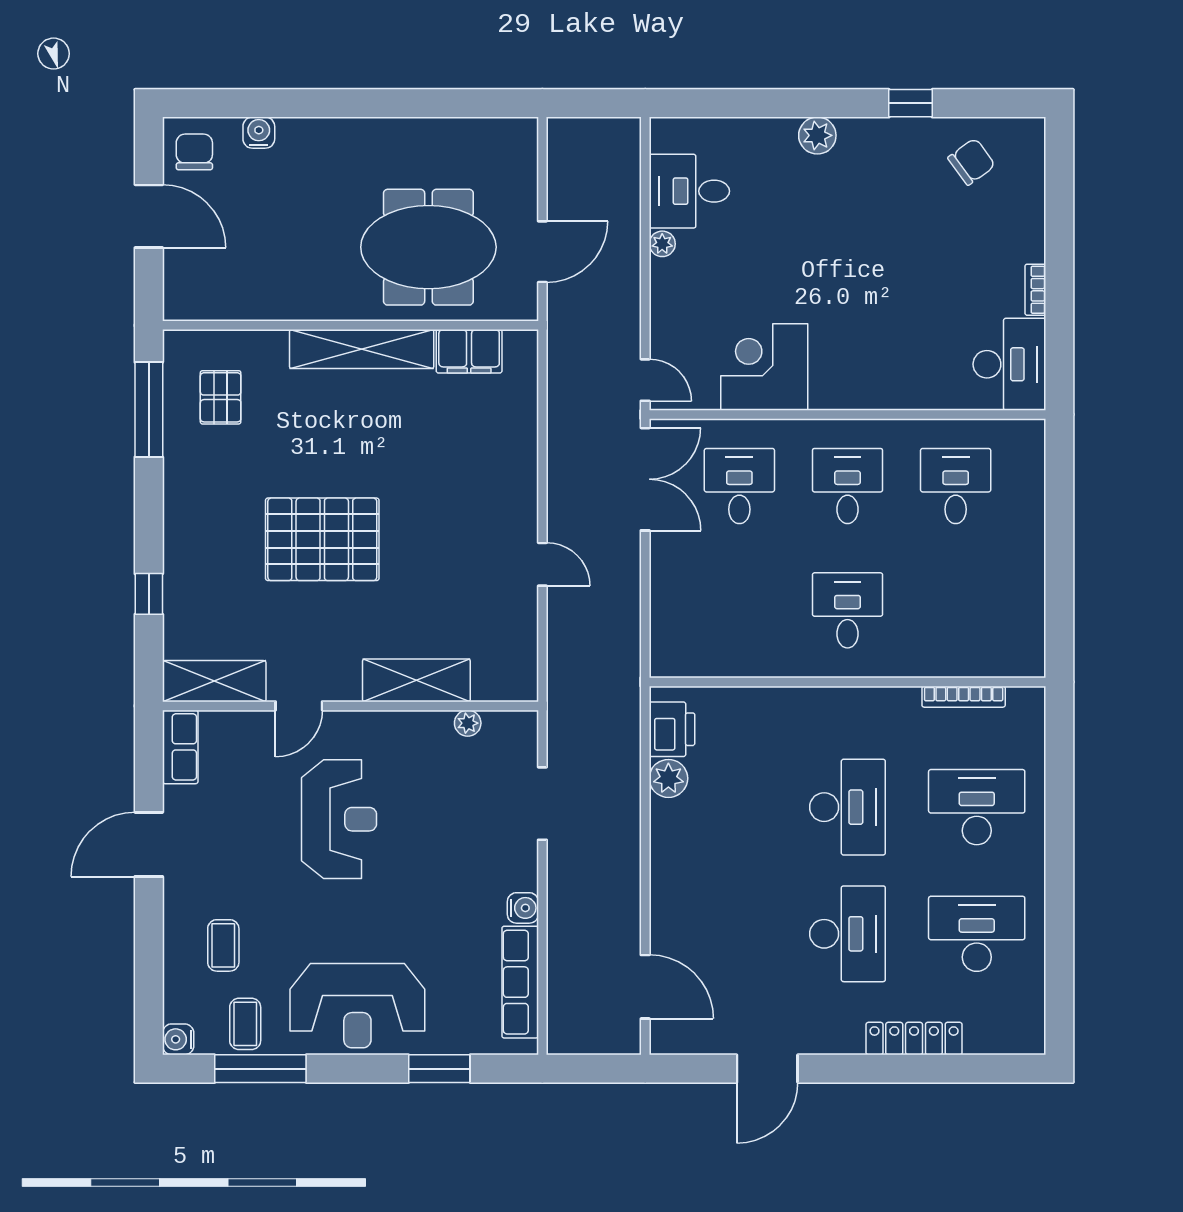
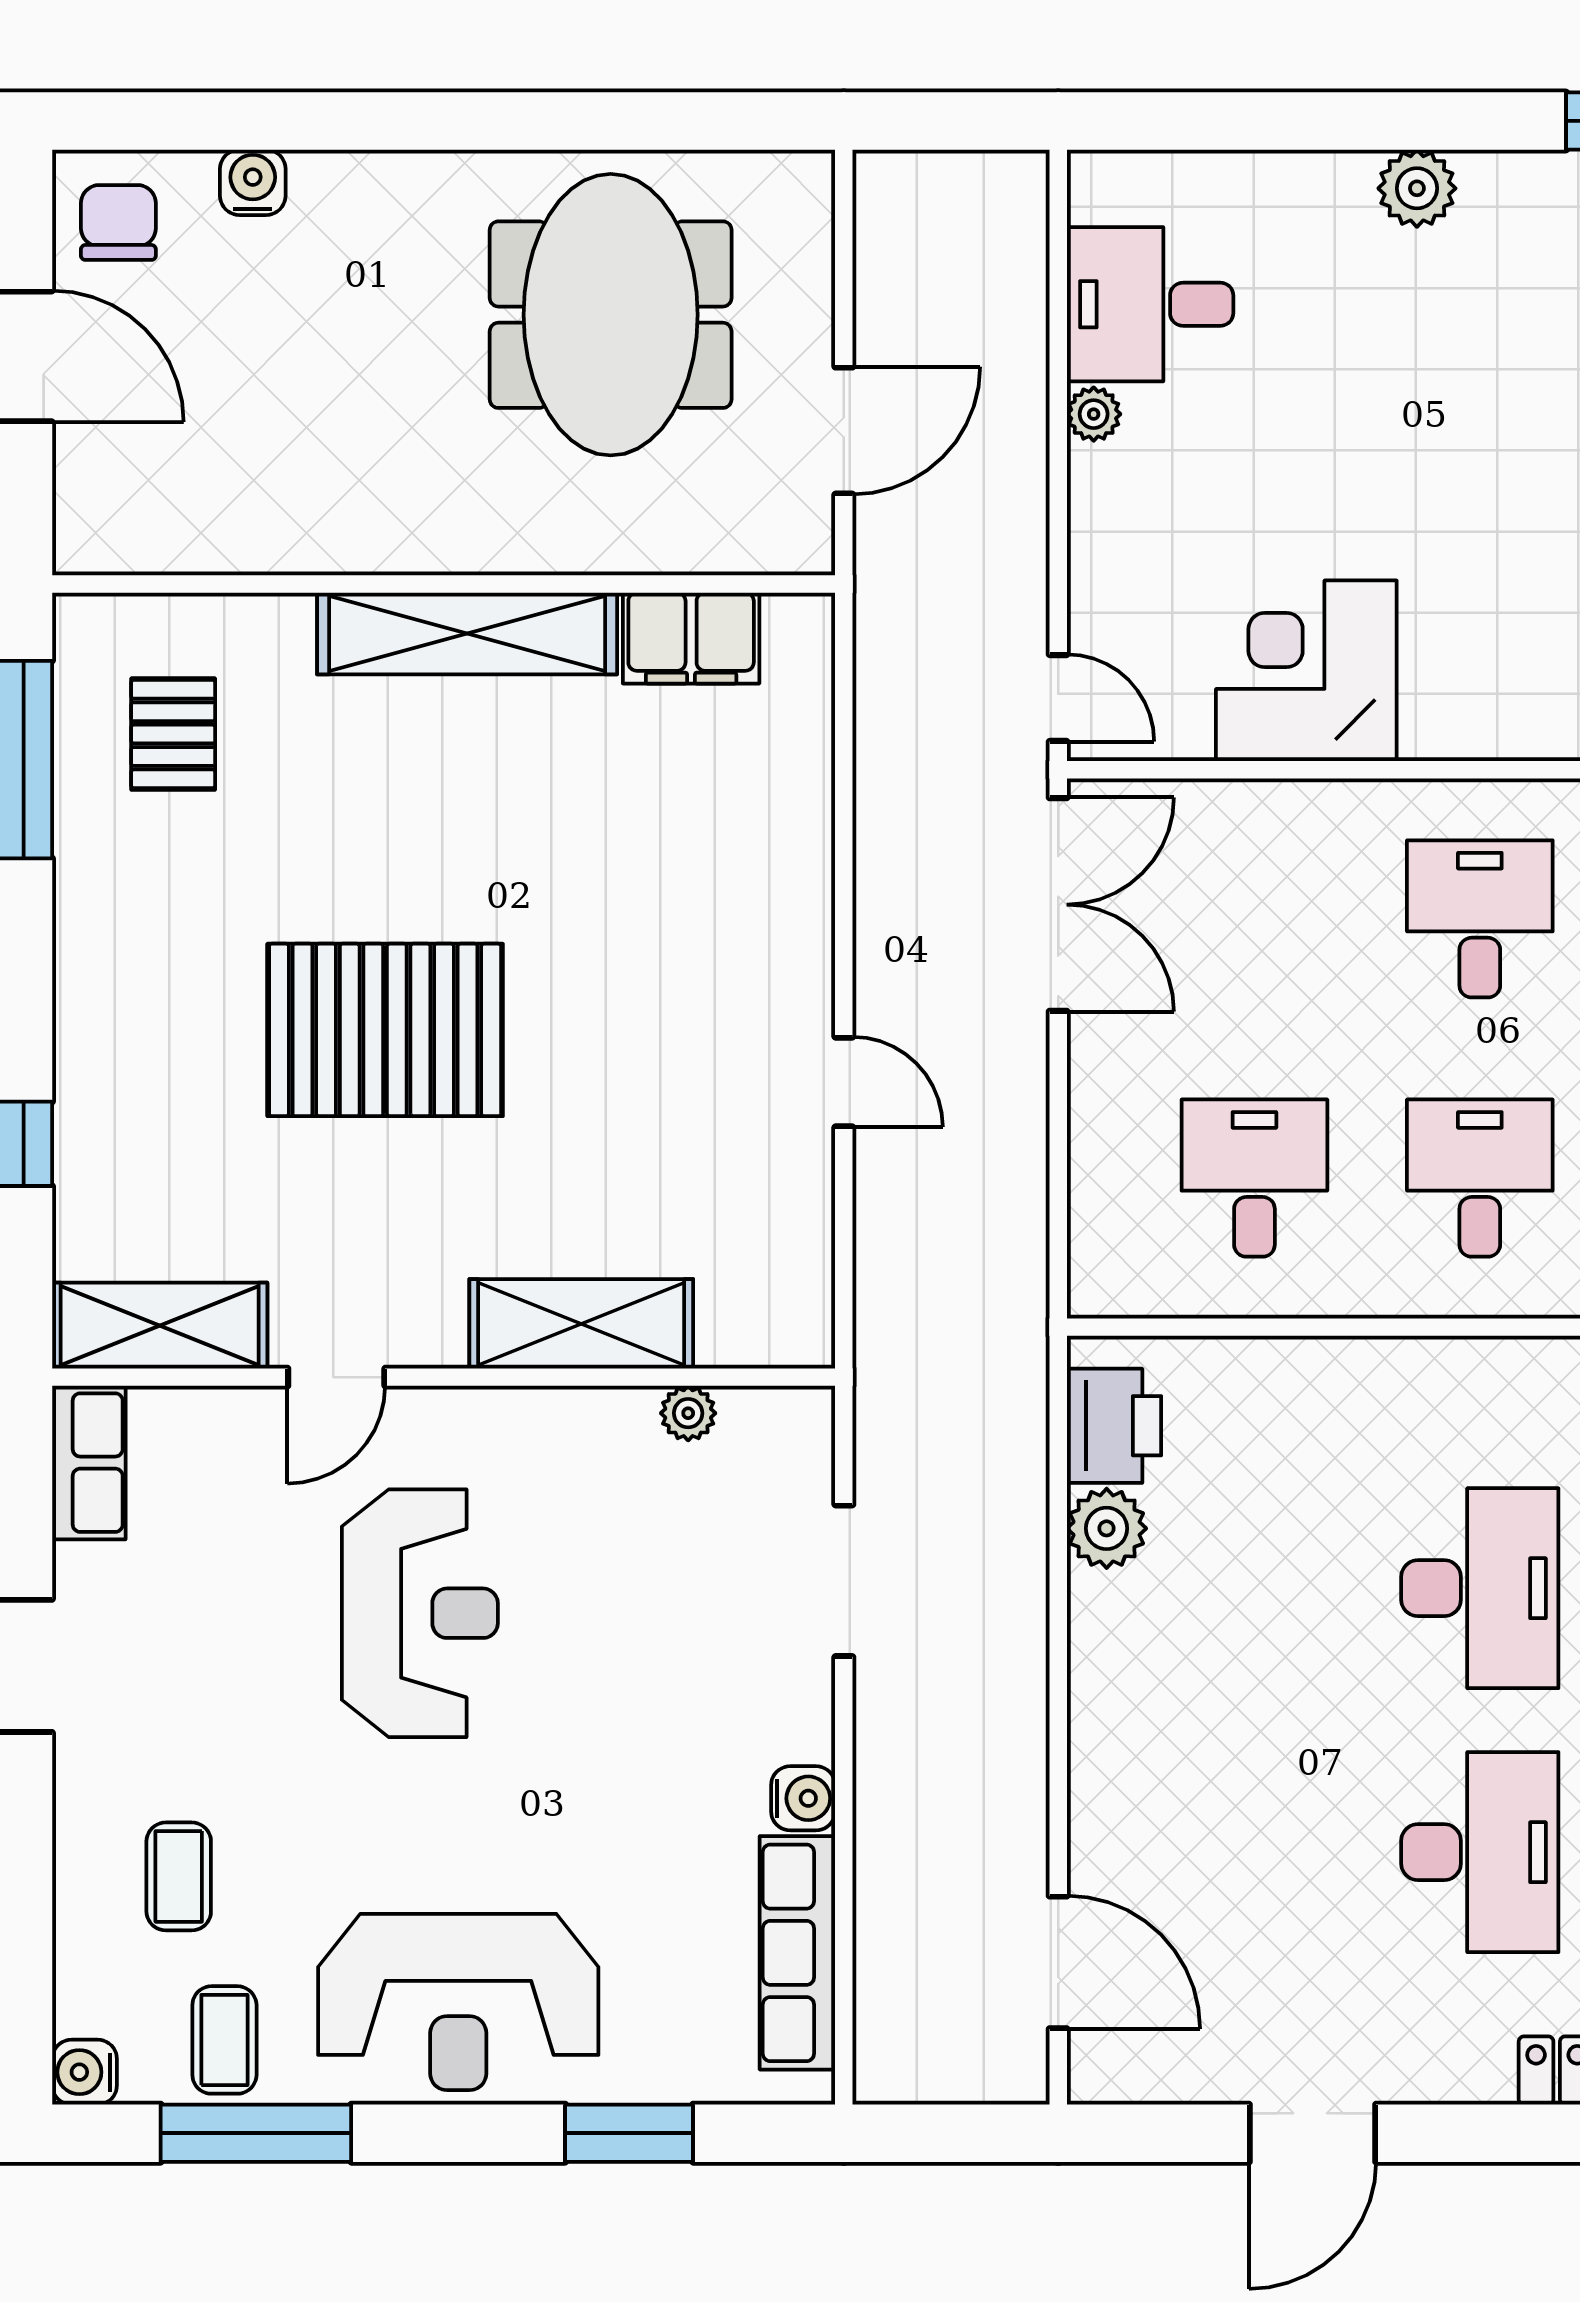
meeting table: (428, 247) -> (611, 315), moved, turned 90
desk: (739, 486) -> (1254, 1178), moved

